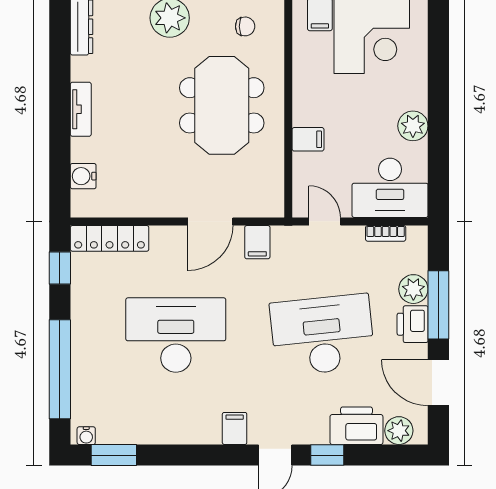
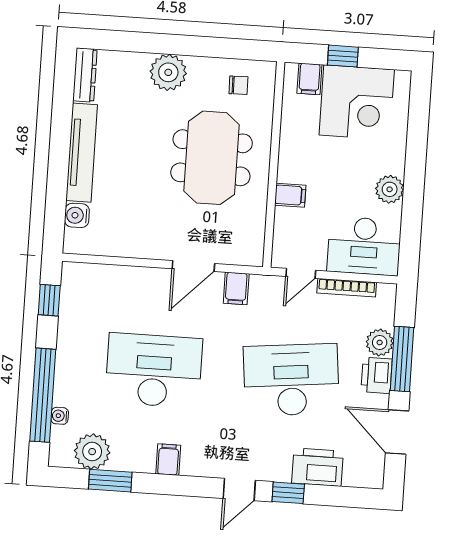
tv unit: (81, 109) -> (82, 153), width x1.92, depth x1.29
door: (325, 221) -> (301, 273), swing flipped
bookcase: (386, 233) -> (347, 288), width x1.56
locker: (110, 238) -> (98, 275), removed
filing cabinet: (235, 428) -> (168, 460), moved
plant: (399, 431) -> (92, 452), moved, width x1.36, depth x1.36
water cooler: (86, 436) -> (60, 416), moved, turned 90
window: (114, 455) -> (110, 481), moved

